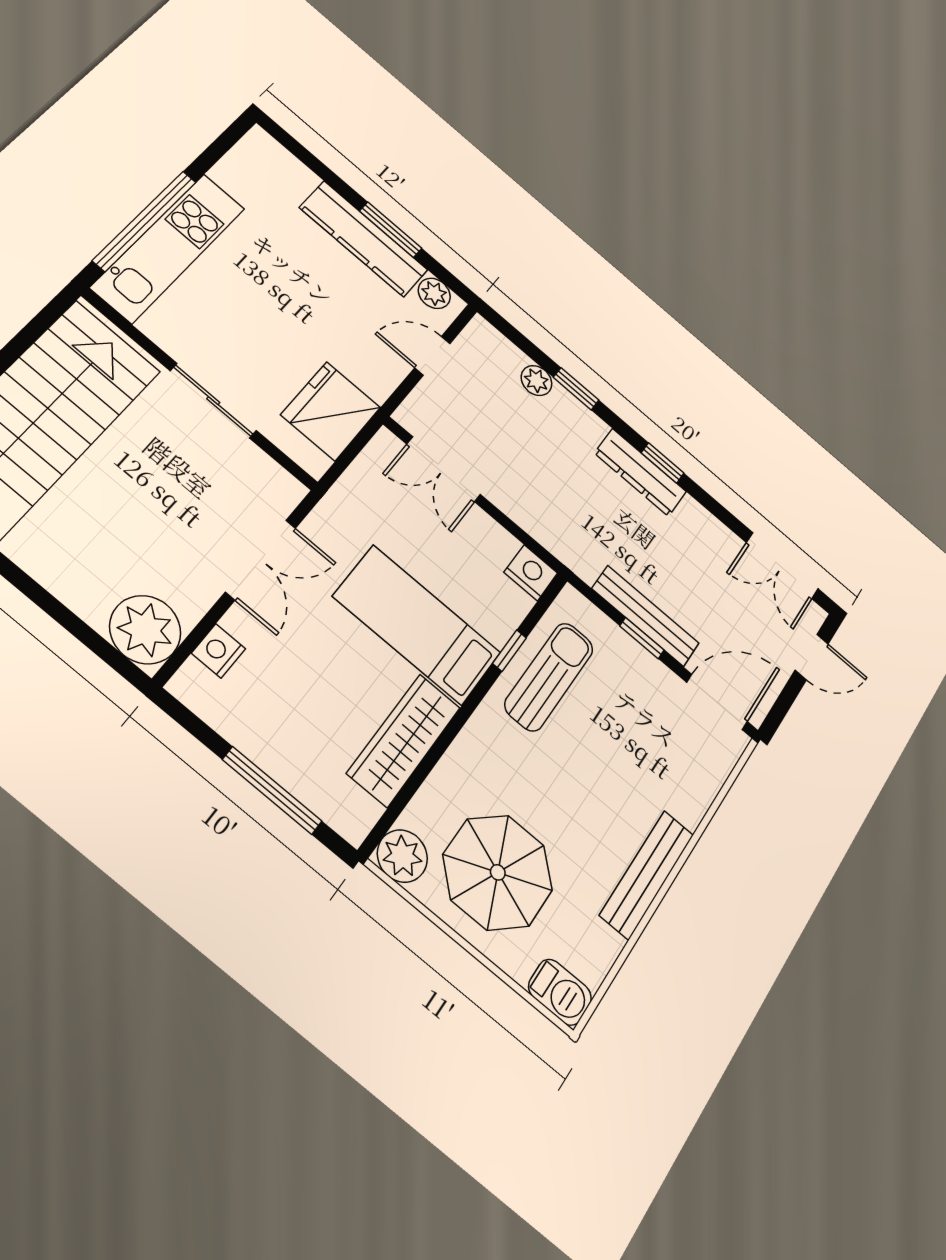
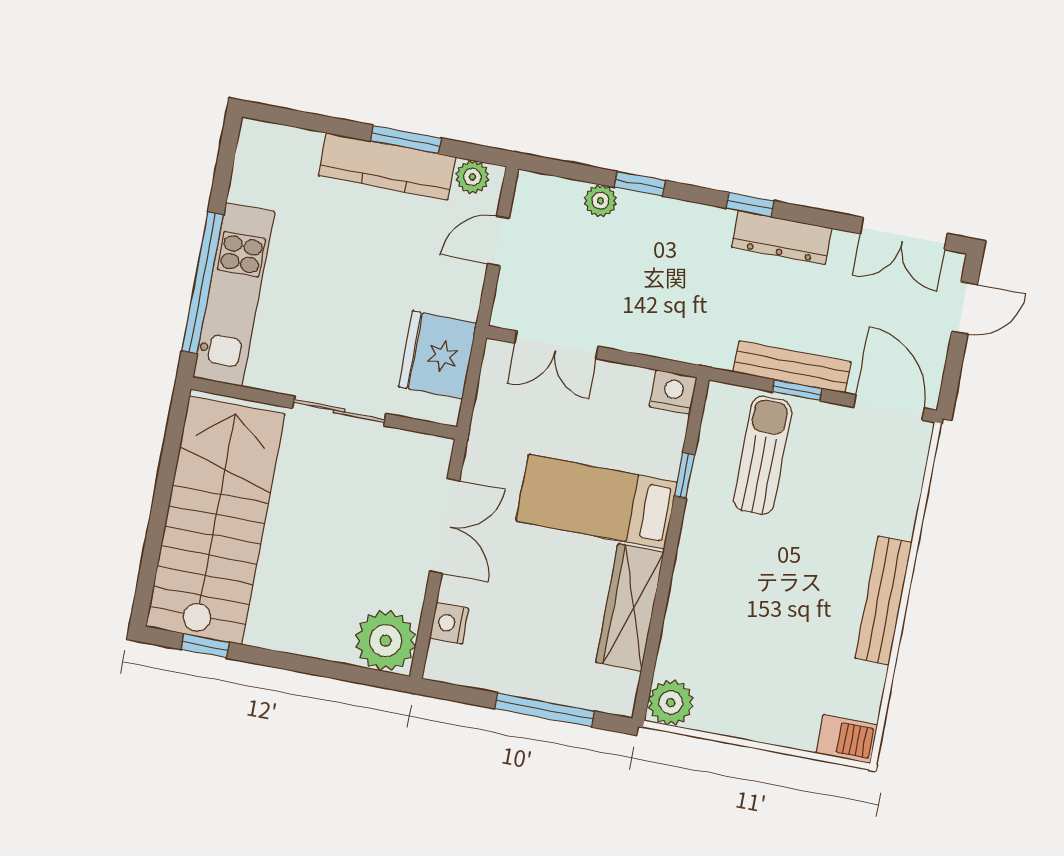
dresser: (640, 472) -> (782, 238), moved
sun lounger: (549, 677) -> (763, 455), moved
door: (717, 702) -> (889, 408), hinge flipped
parasol: (498, 872) -> (755, 671), removed

